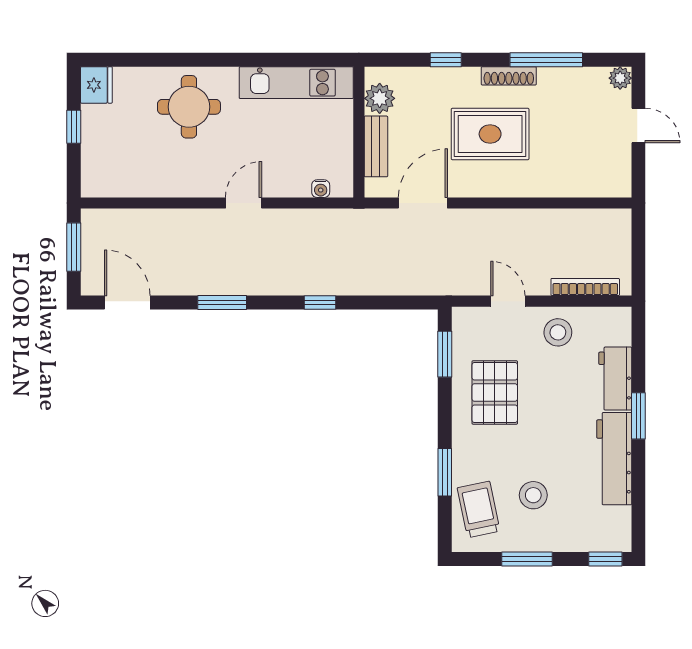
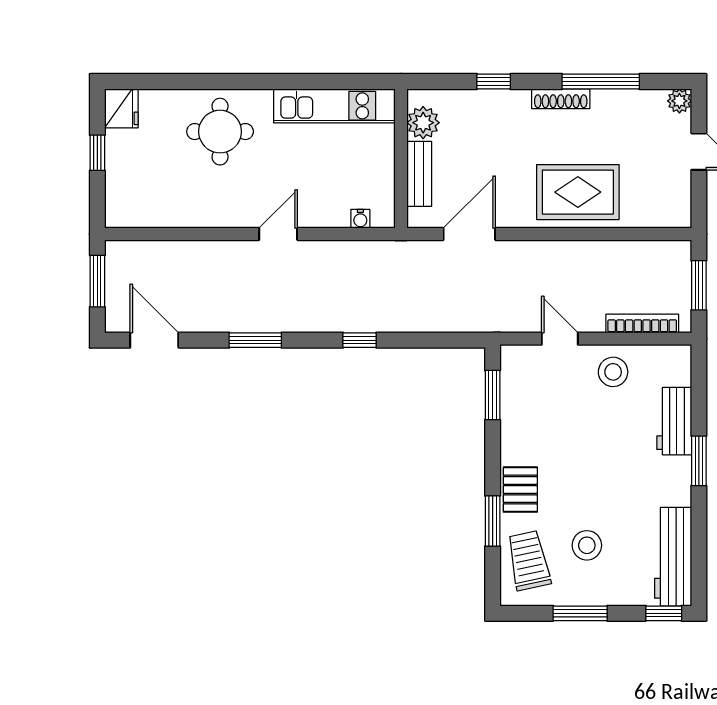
rug: (490, 134) -> (578, 192), moved
window: (638, 251) -> (699, 285), added
pallet: (495, 392) -> (520, 490), moved, width x0.67, depth x0.71
workbench: (614, 459) -> (673, 557), moved

